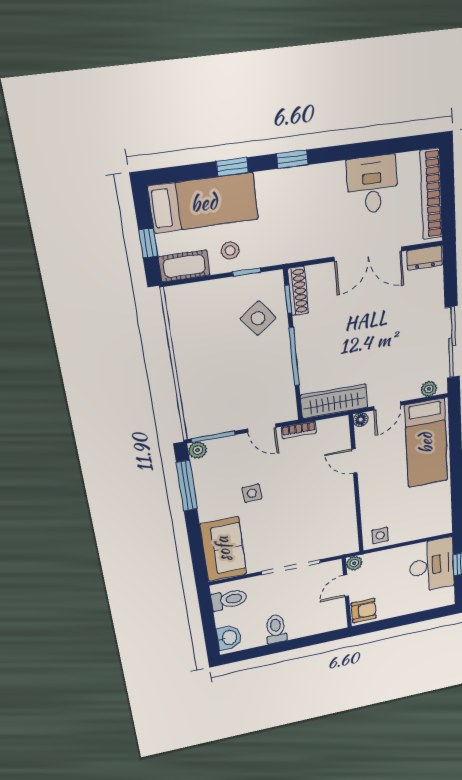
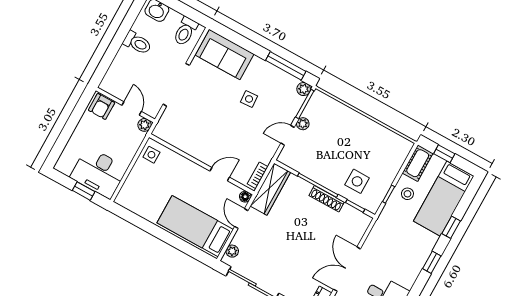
shoe rack: (298, 291) -> (327, 199), moved
side table: (258, 318) -> (357, 181), turned 37
plant: (237, 423) -> (303, 124), added
bookcase: (299, 430) -> (258, 175), moved

